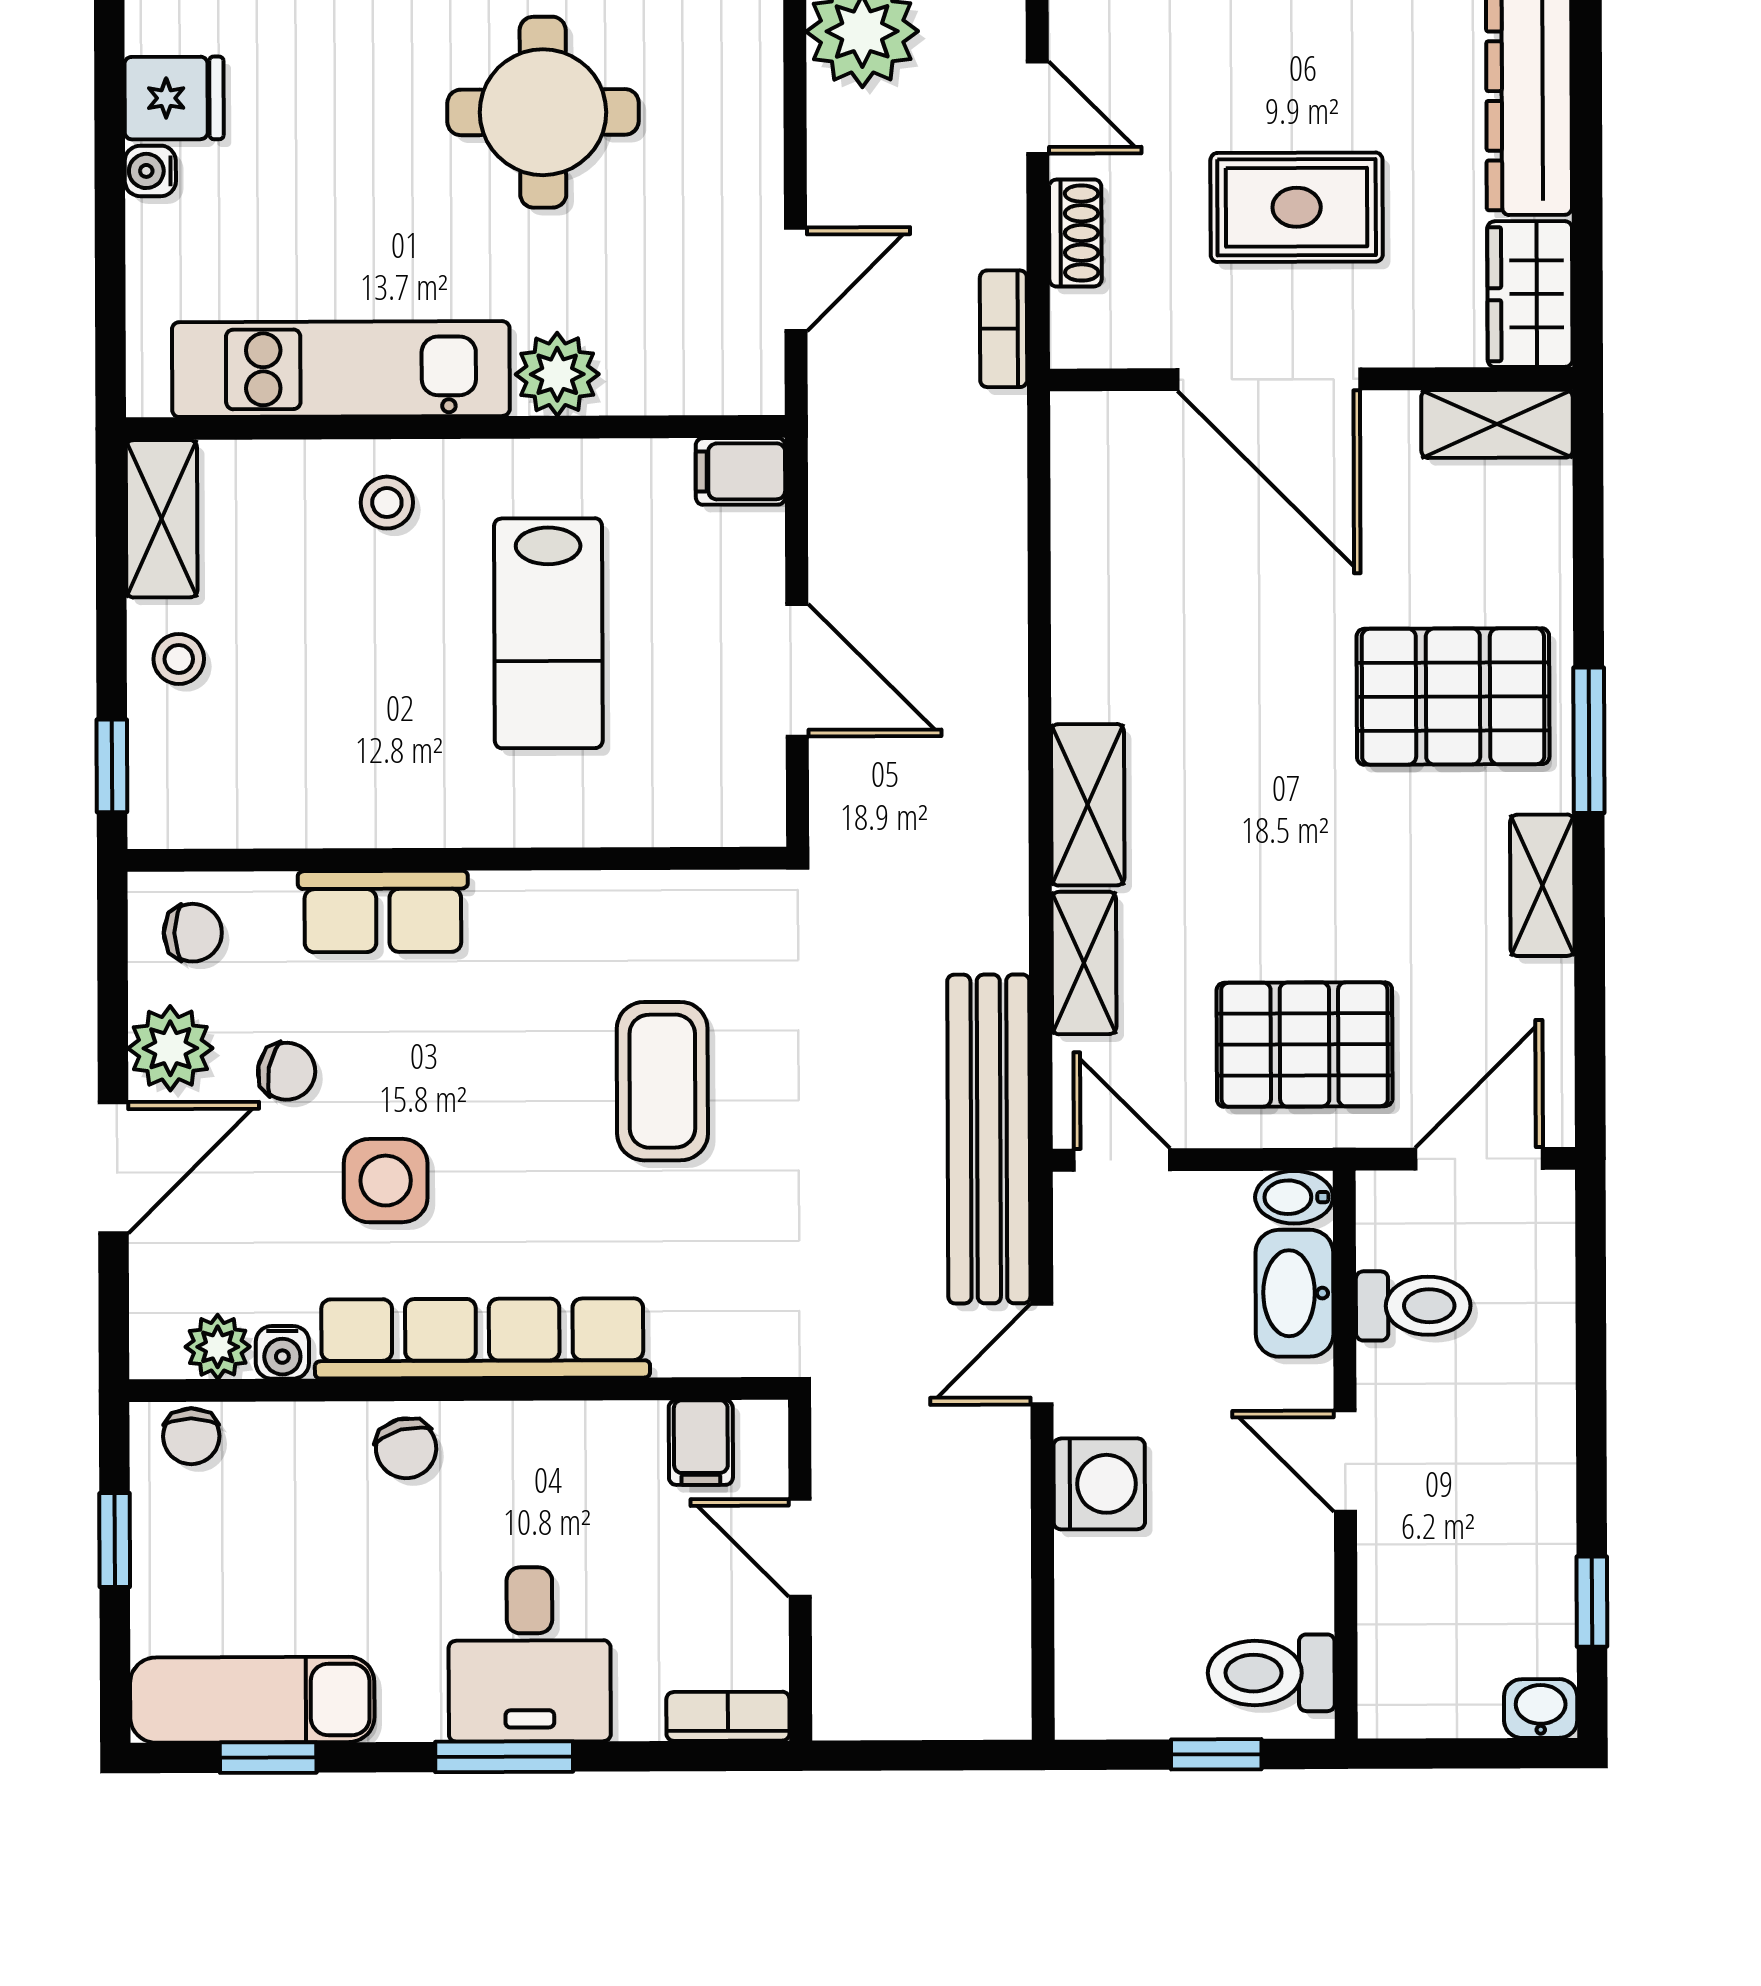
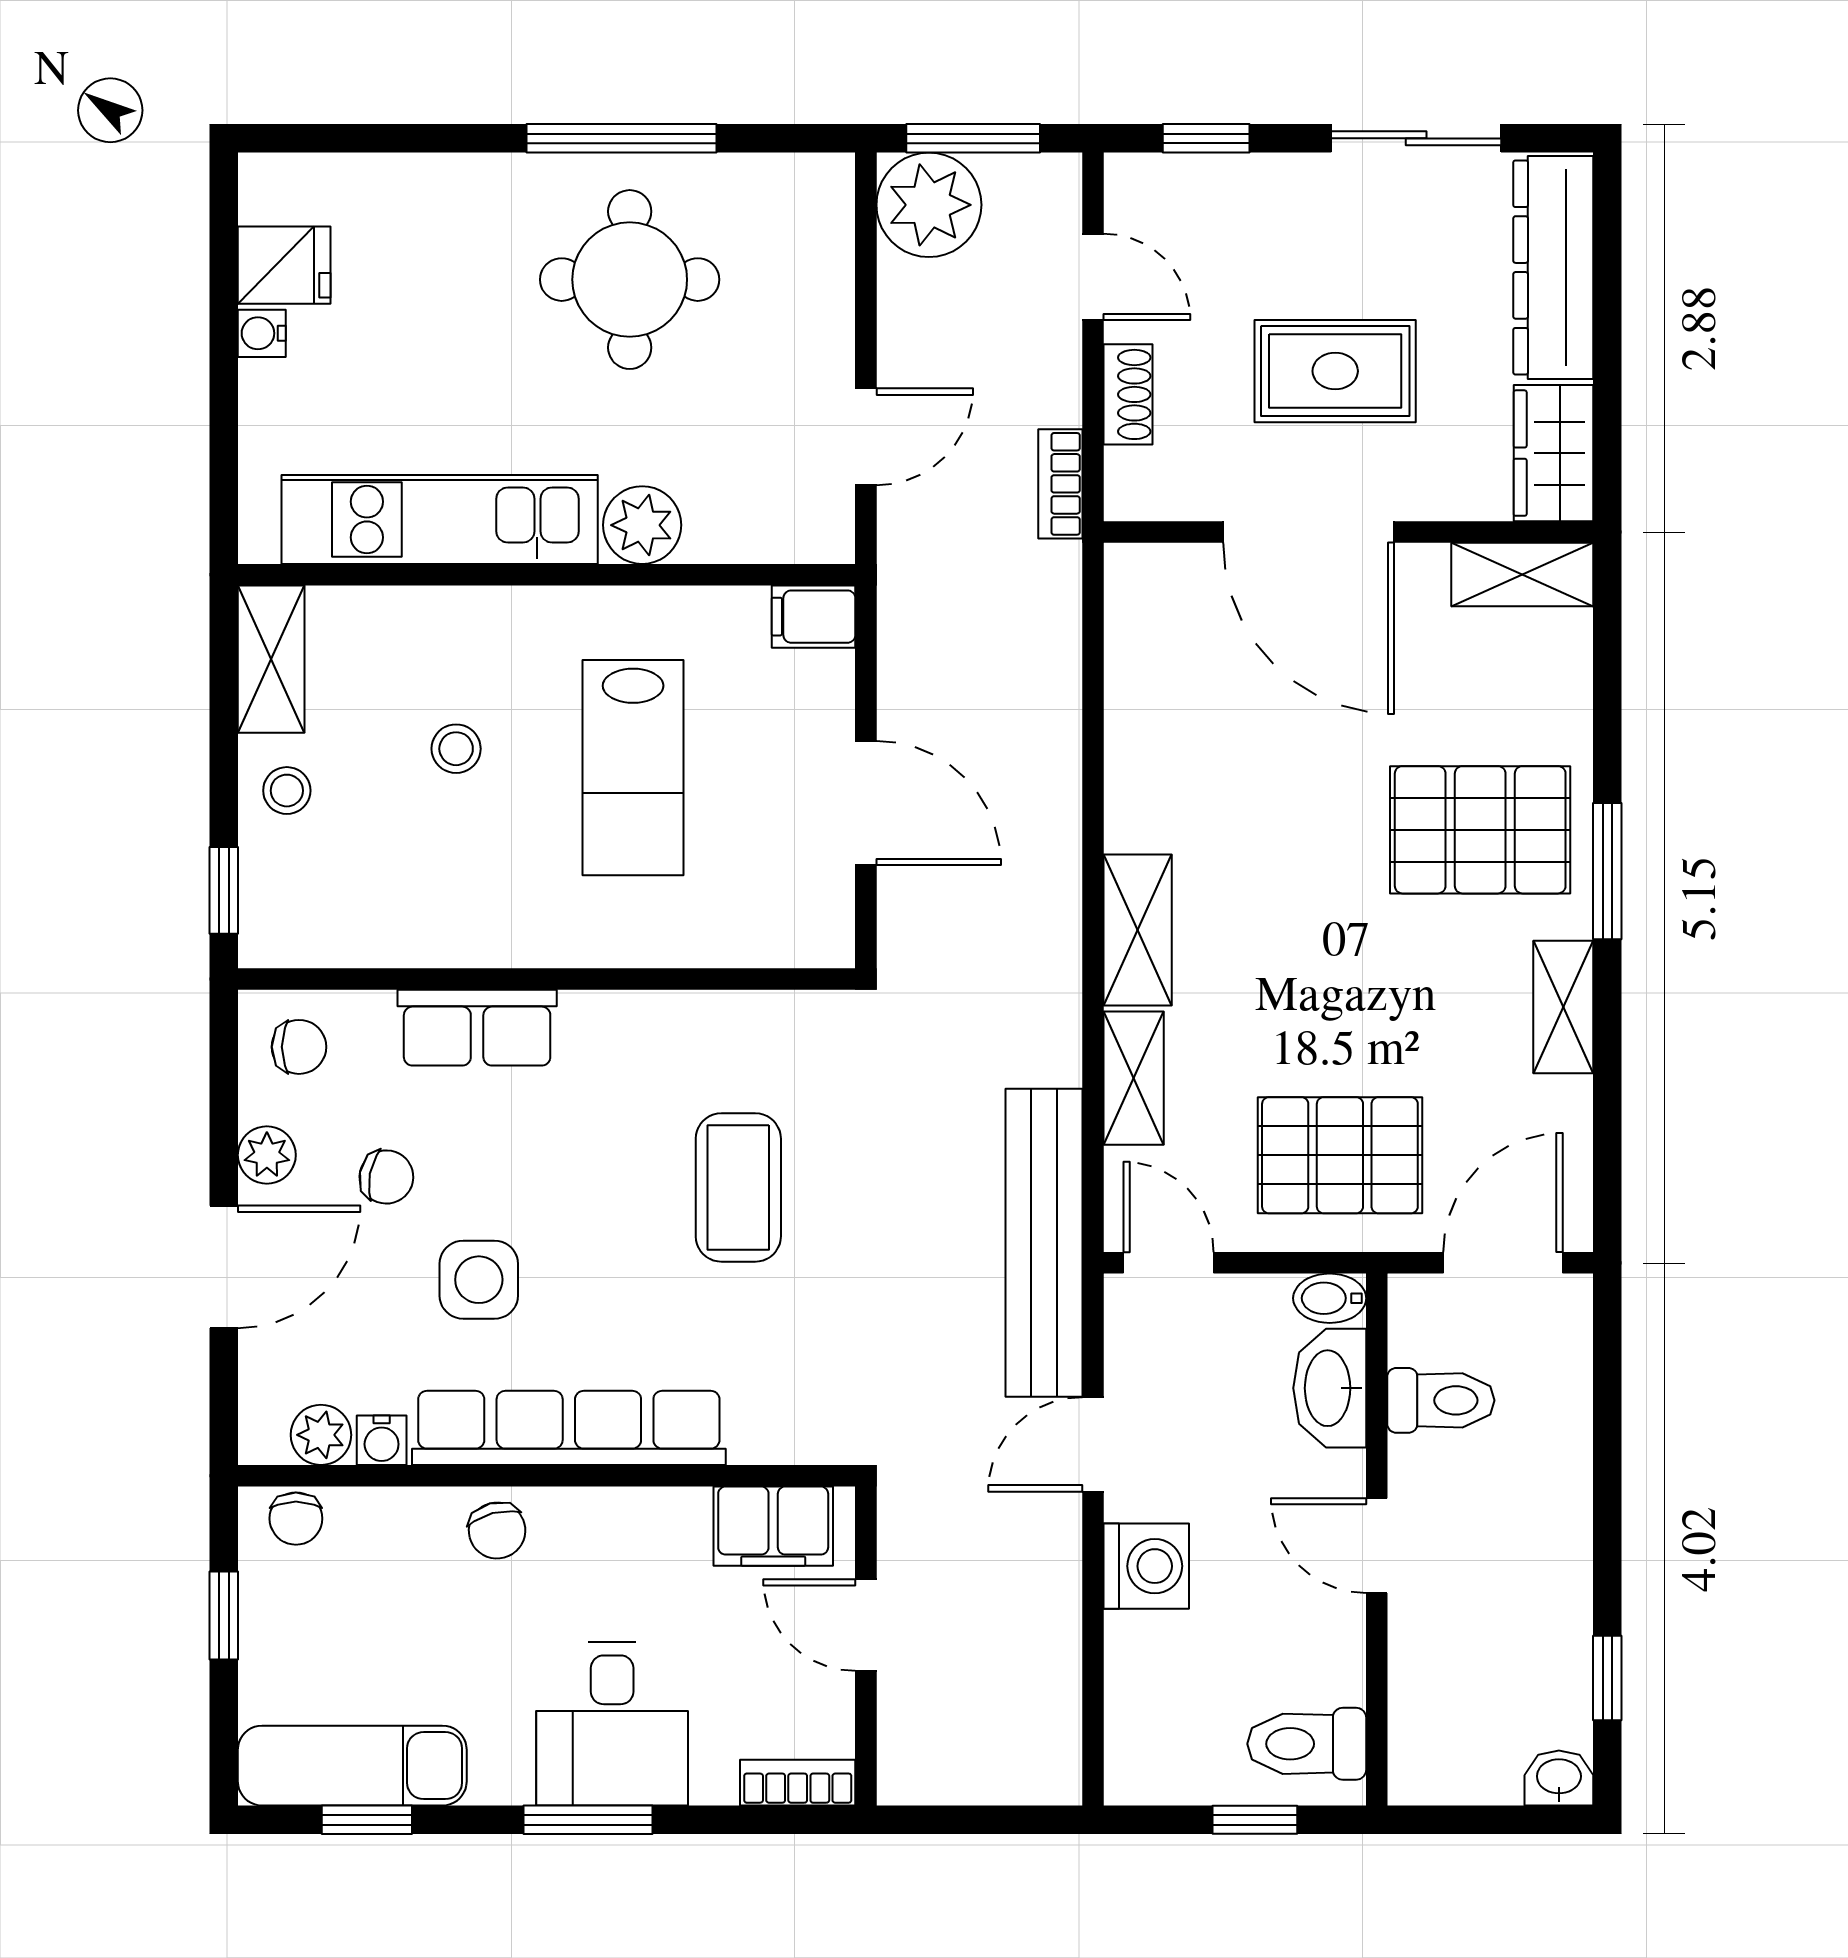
stool: (387, 503) -> (456, 749), moved
plant: (170, 1048) -> (267, 1155), width x0.73, depth x0.73
filing cabinet: (701, 1443) -> (773, 1526), width x2.00

